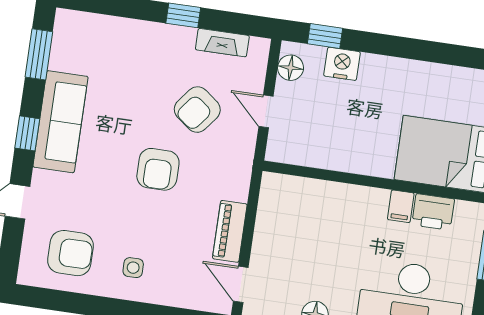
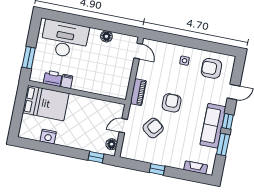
fireplace: (222, 43) -> (196, 167), moved
window: (39, 54) -> (223, 145), moved
nightstand: (342, 64) -> (48, 137), moved
door: (266, 111) -> (123, 126), swing flipped
piano: (230, 231) -> (138, 92), moved

